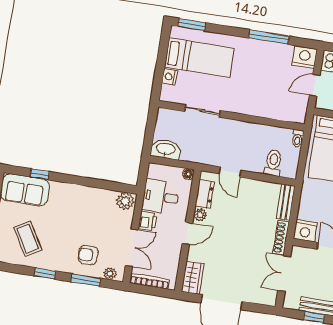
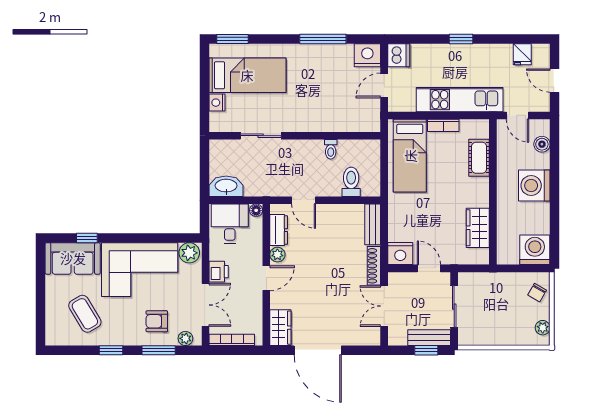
toilet: (298, 138) -> (331, 149), moved
desk: (161, 197) -> (230, 224), moved, turned 90
corner sofa: (81, 209) -> (140, 270), added

